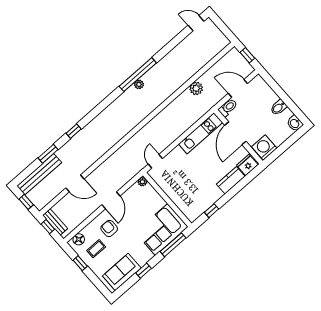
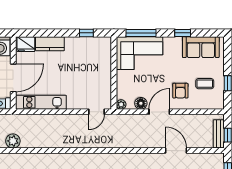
floor lamp: (79, 239) -> (141, 103), moved

